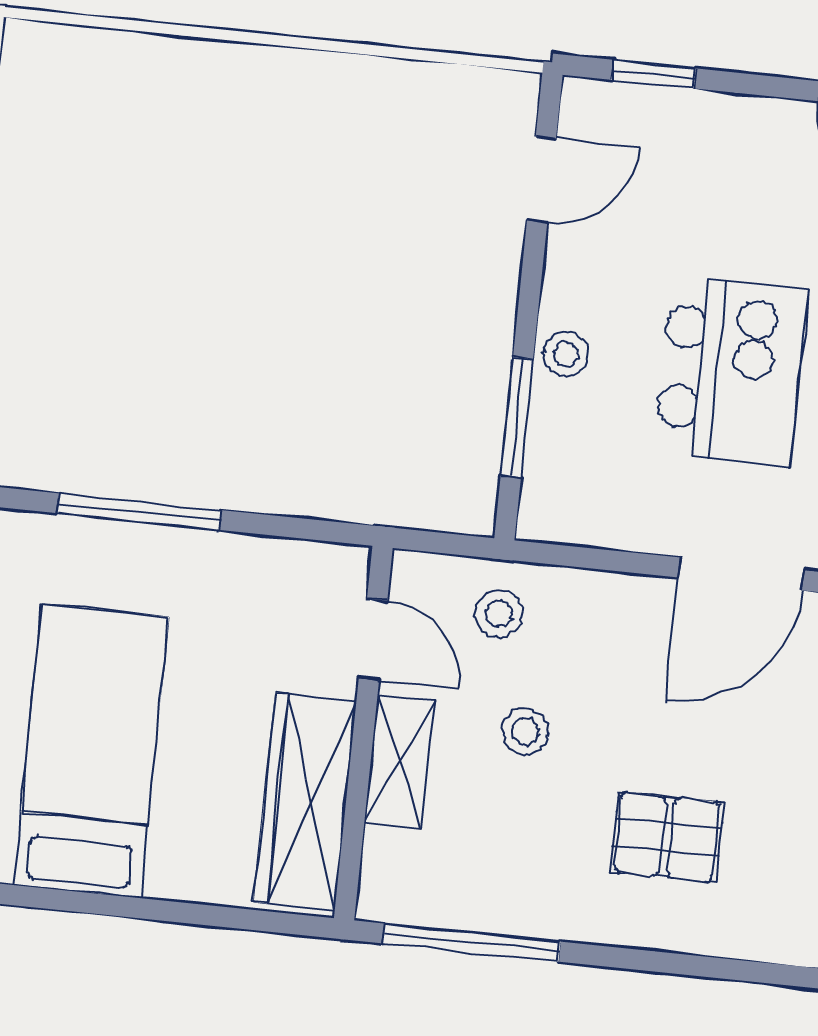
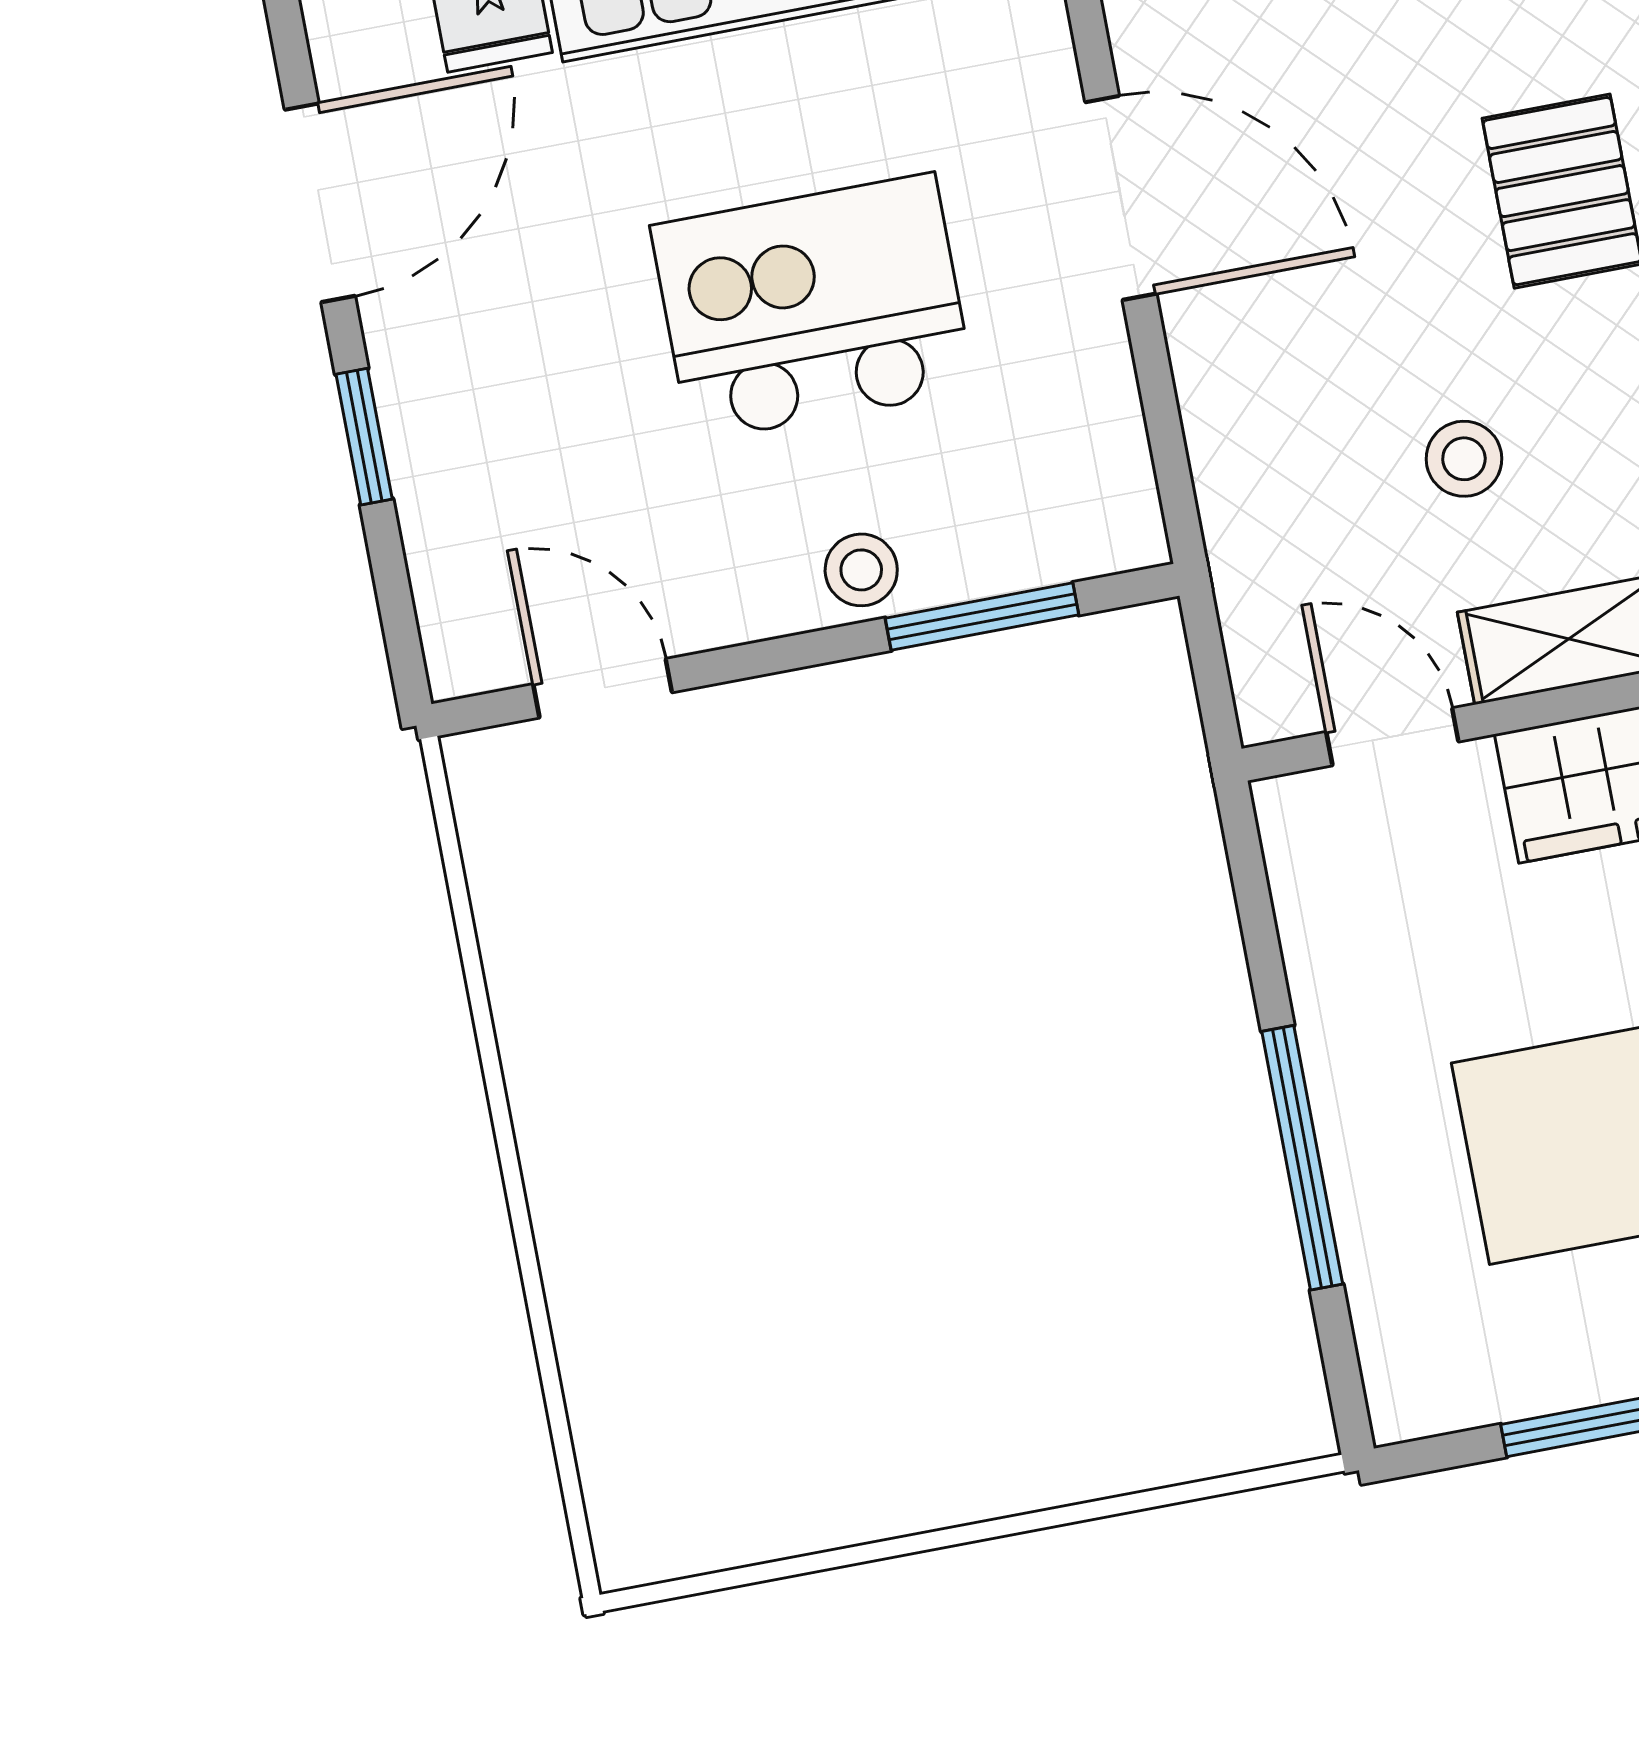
window: (654, 74) -> (364, 437), moved
stool: (499, 614) -> (1294, 554), removed
door: (373, 640) -> (1392, 737), hinge flipped

